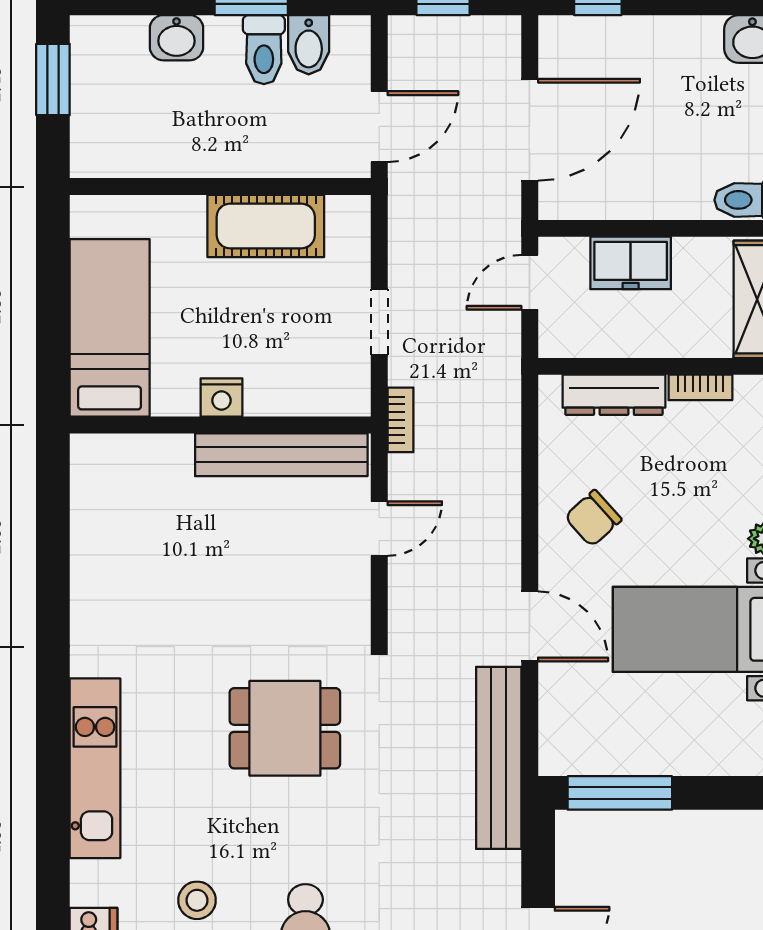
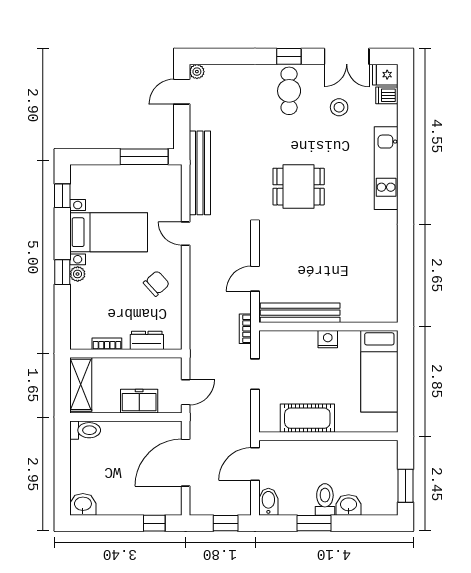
bidet: (309, 45) -> (268, 502), moved
toilet: (264, 50) -> (325, 499), moved
dresser: (614, 395) -> (147, 340), width x0.70
door: (530, 626) -> (186, 234), width x0.73

